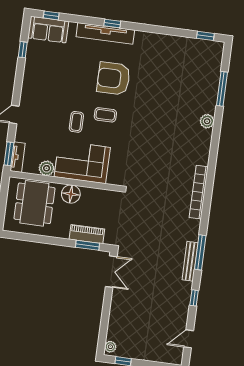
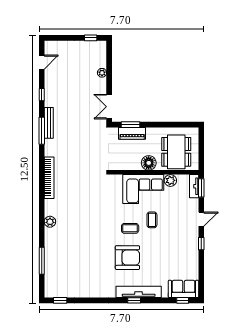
window: (23, 50) -> (201, 244), moved
plant: (207, 121) -> (50, 222), moved
plant: (110, 347) -> (102, 73), moved

